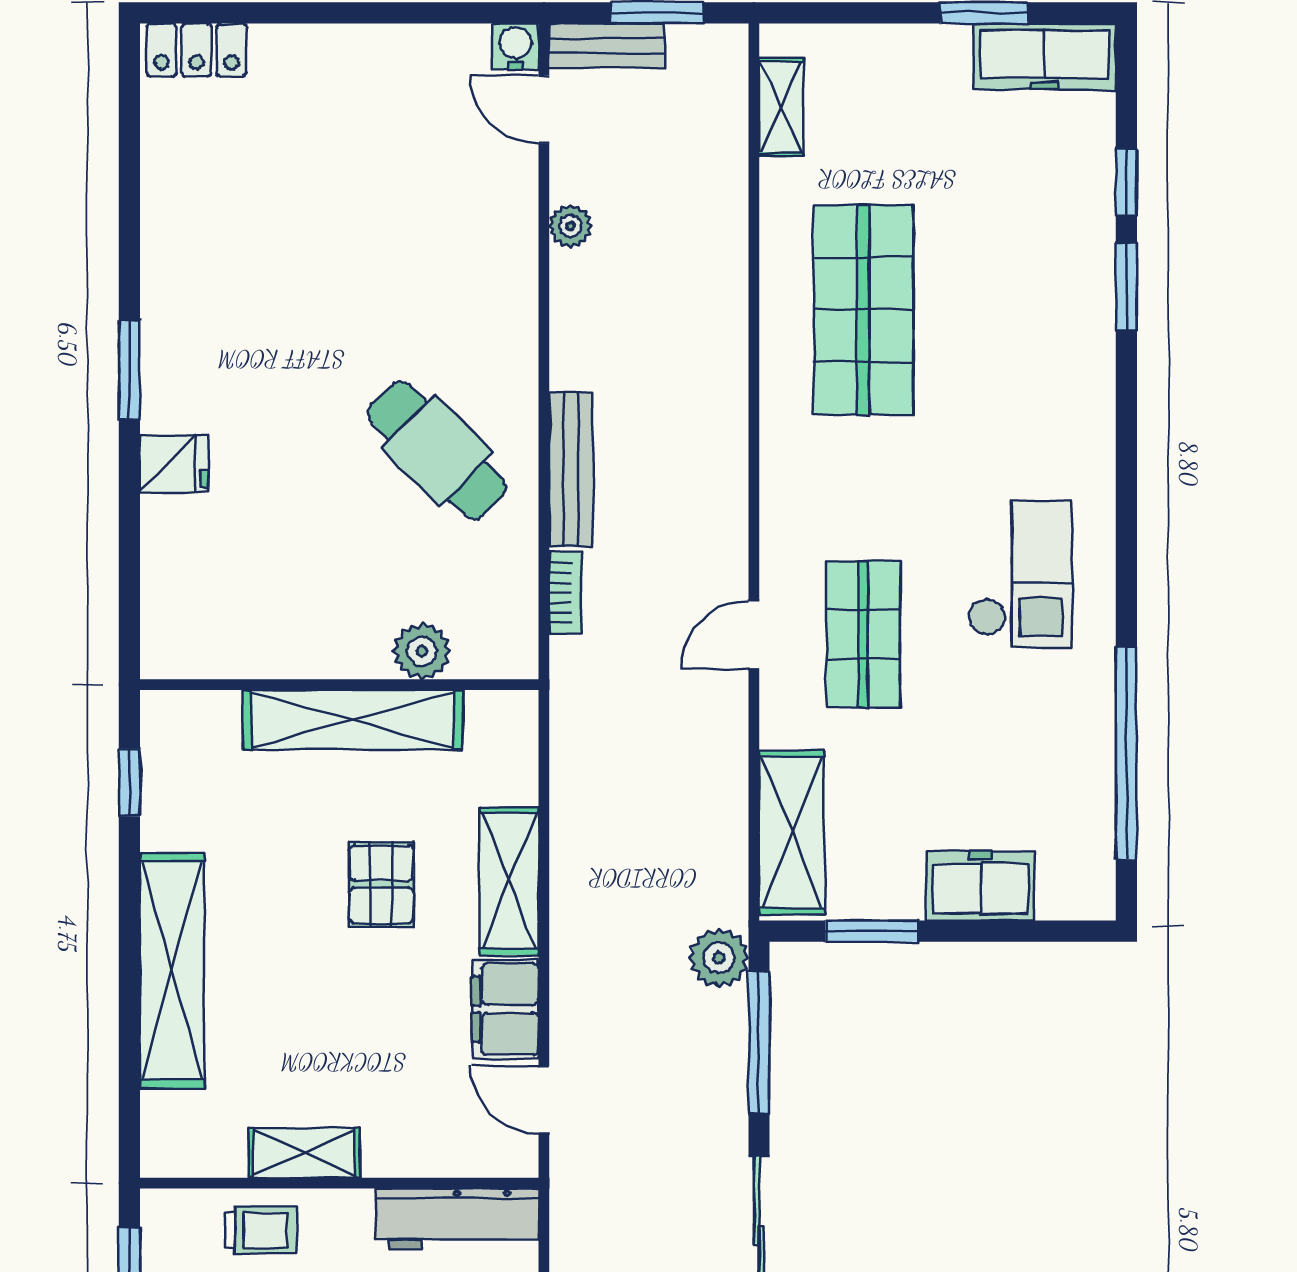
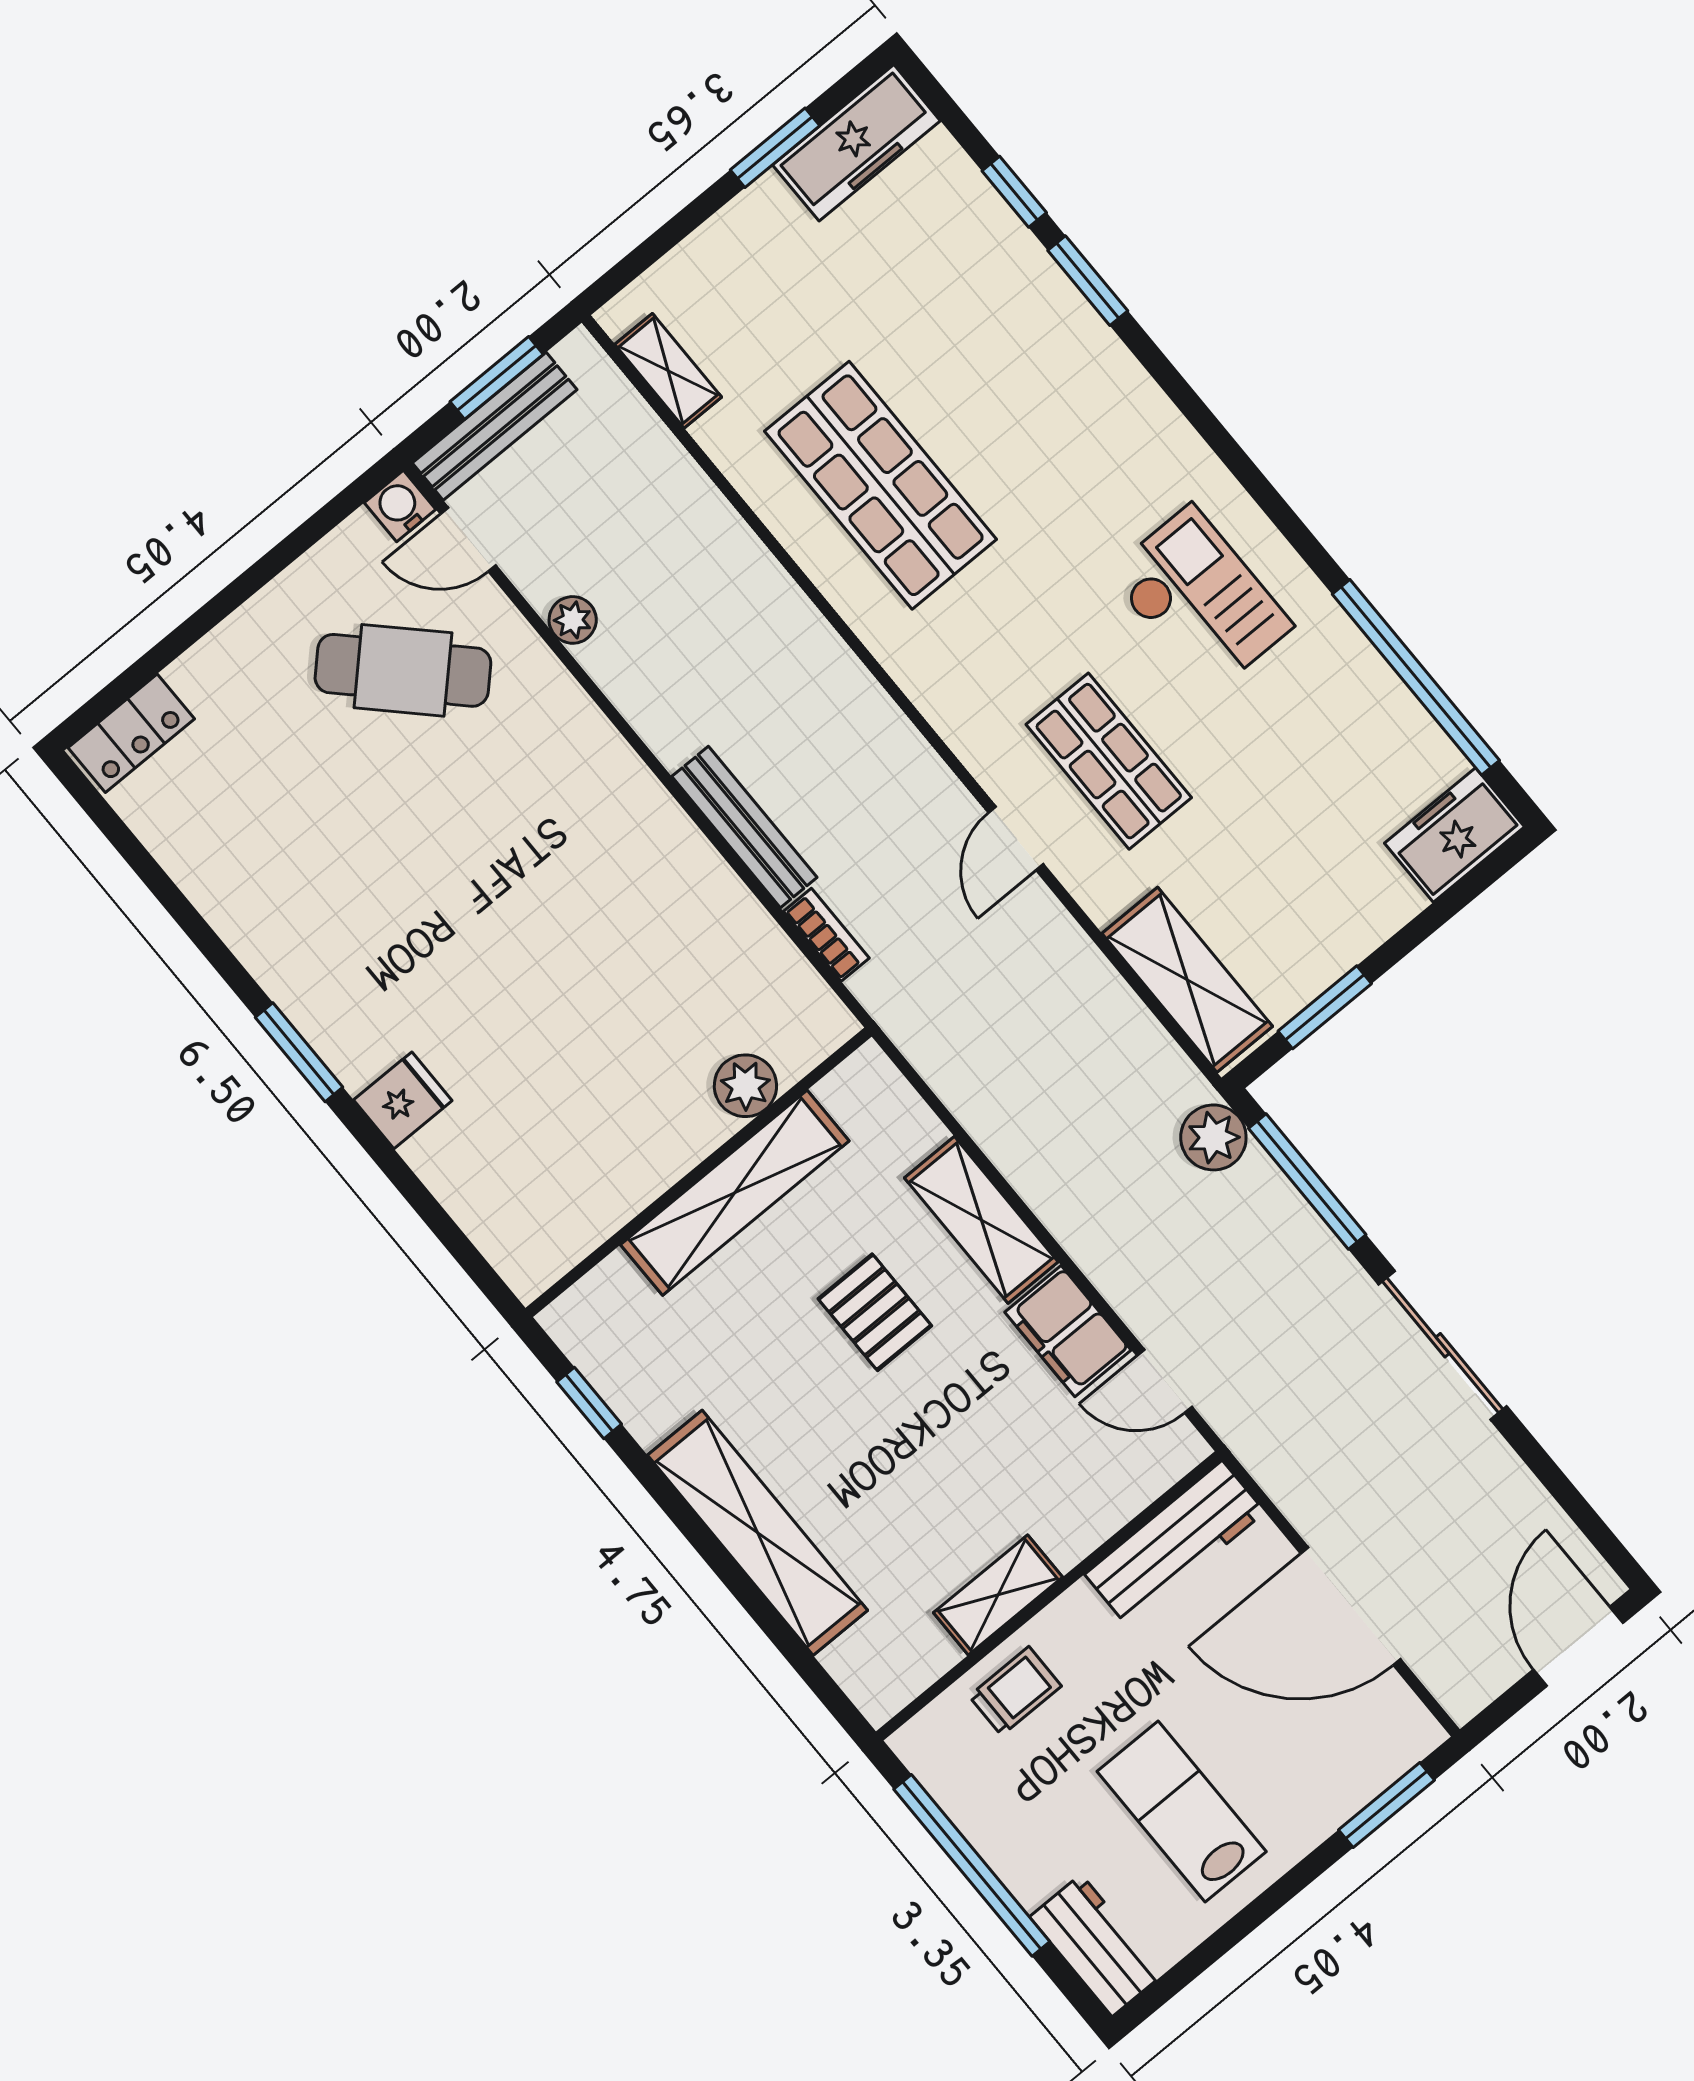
bench: (607, 45) -> (495, 426), width x1.36
cafe table: (437, 450) -> (403, 670), moved
freezer: (980, 886) -> (1455, 835), moved

